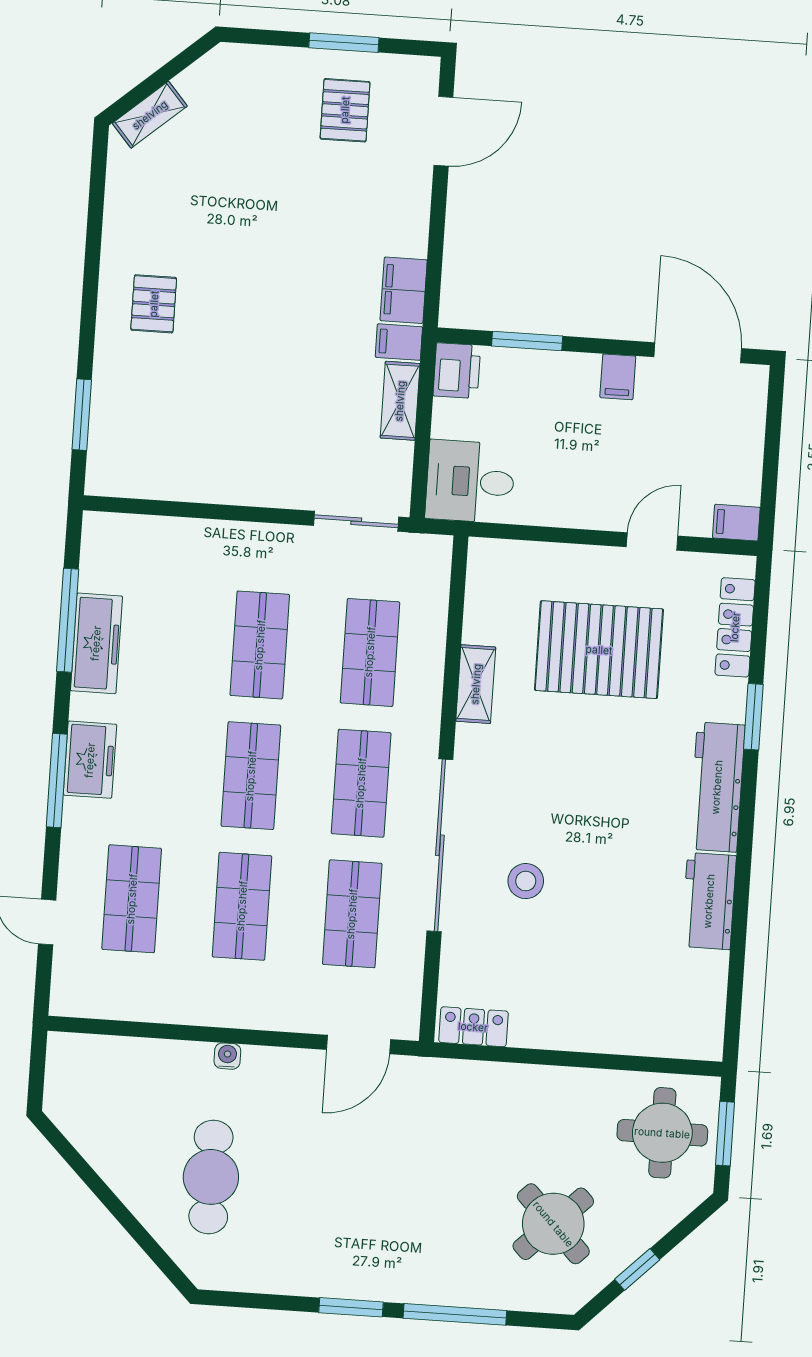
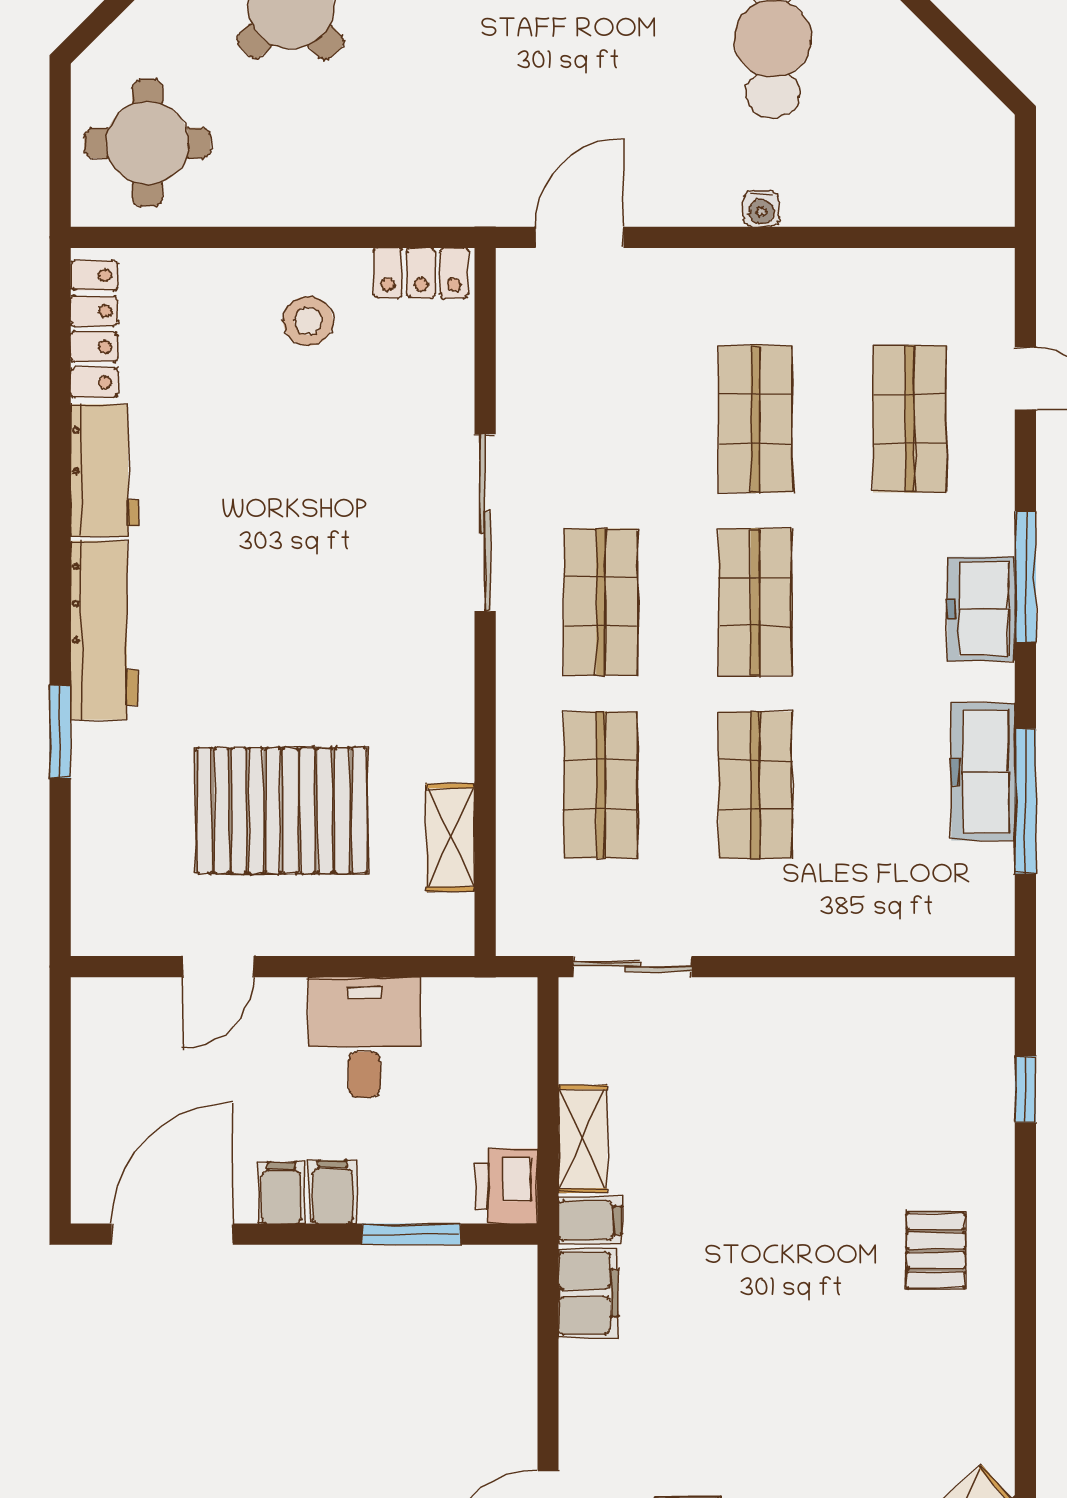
door: (698, 353) -> (172, 1234), swing flipped
window: (82, 415) -> (1025, 1089), width x0.67
desk: (470, 482) -> (364, 1037), moved, turned -90
filing cabinet: (736, 523) -> (333, 1192), moved, turned -90
locker: (735, 627) -> (94, 329), moved
shelving: (476, 684) -> (450, 838), moved
sliding door: (440, 845) -> (485, 523), width x0.73
stool: (526, 881) -> (308, 321), moved
shop shelf: (352, 914) -> (601, 419), removed
window: (725, 1134) -> (60, 148), removed

